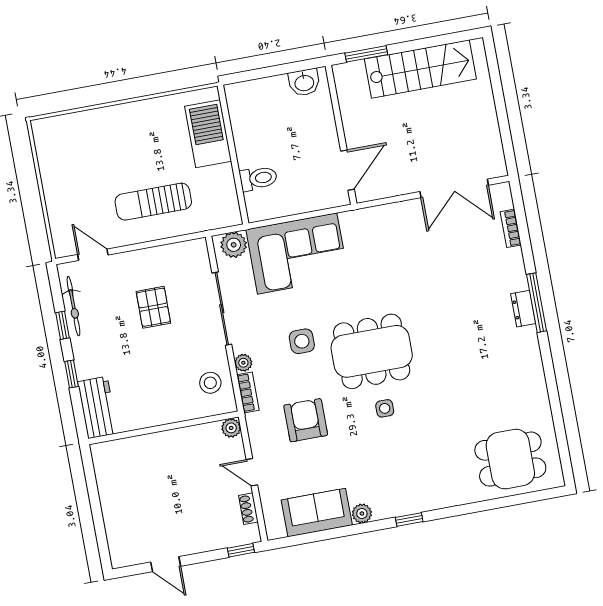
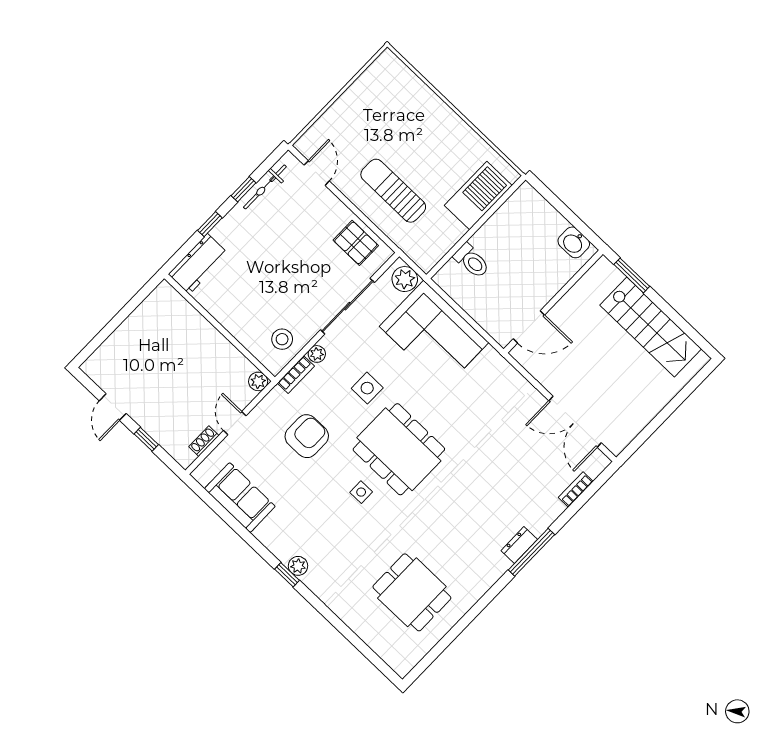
pallet: (153, 307) -> (356, 243), moved, turned 90
dining table: (510, 459) -> (412, 592), moved
plant: (362, 513) -> (298, 566), moved
window: (241, 550) -> (146, 439), moved

